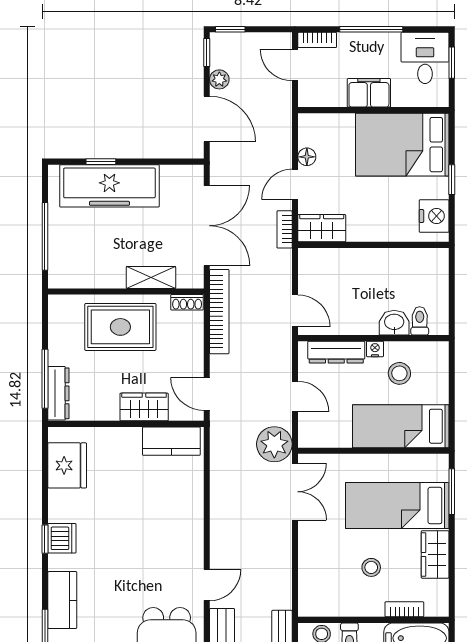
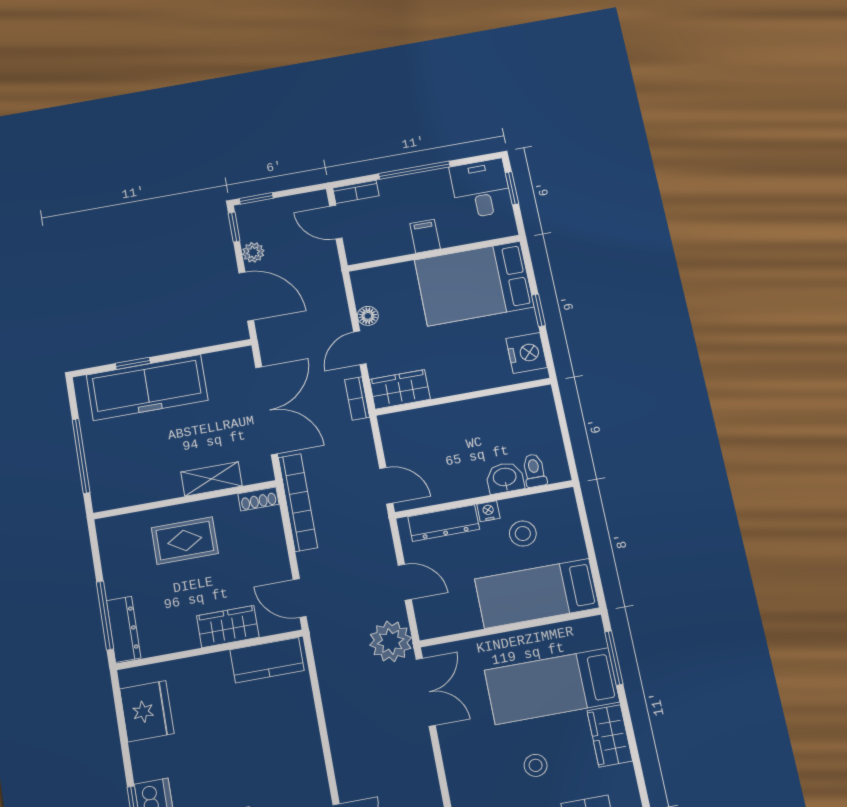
filing cabinet: (369, 93) -> (425, 236), width x0.50
rug: (120, 327) -> (185, 541), width x0.73, depth x0.70

